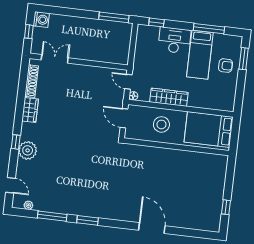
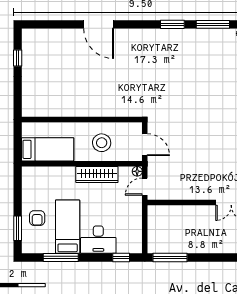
armchair: (226, 66) -> (37, 218), turned -90
door: (128, 82) -> (145, 187), swing flipped
bed: (209, 129) -> (48, 149), width x0.67

